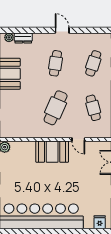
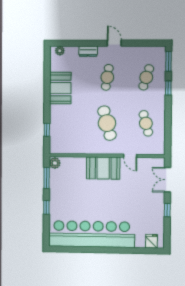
dresser: (23, 38) -> (88, 51), moved
cafe table: (56, 108) -> (107, 123), turned -39

